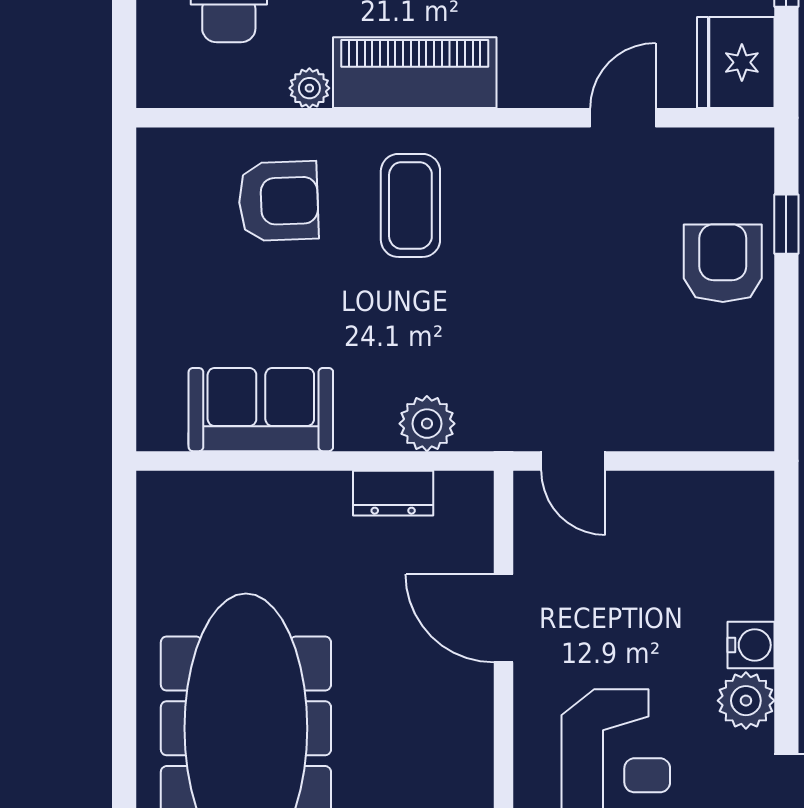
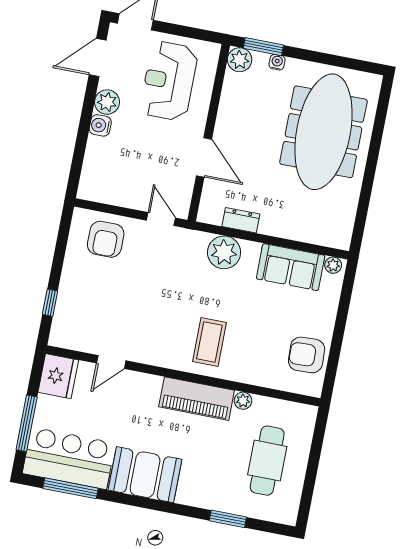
armchair: (278, 201) -> (307, 355), moved
armchair: (723, 263) -> (106, 239), moved
plant: (427, 424) -> (224, 252), width x1.36, depth x1.36
plant: (166, 432) -> (333, 265), added

